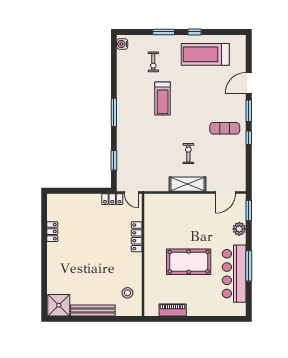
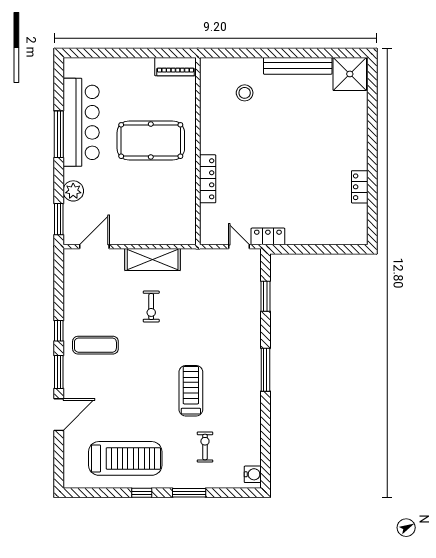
locker: (137, 237) -> (208, 179), moved
wall: (143, 255) -> (198, 151), moved

